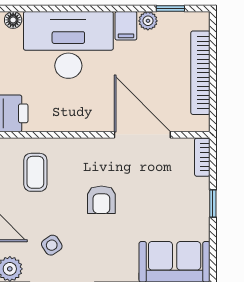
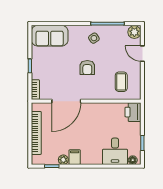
desk: (68, 45) -> (115, 151), width x0.53, depth x0.77
door: (142, 135) -> (66, 101), hinge flipped
armchair: (101, 200) -> (87, 68), turned 180
side table: (52, 245) -> (94, 38), moved

